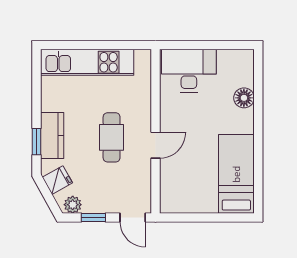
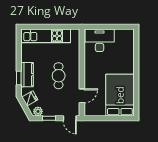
floor lamp: (244, 98) -> (129, 55), removed
door: (156, 145) -> (82, 96), moved
bed: (236, 174) -> (120, 95), width x1.50

